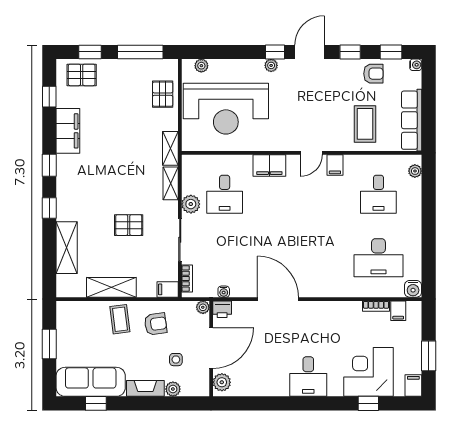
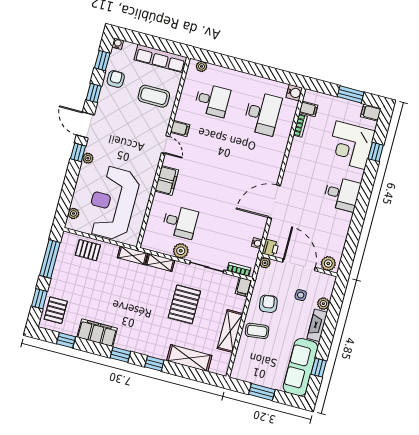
reception desk: (226, 109) -> (113, 203), turned 180
pallet: (129, 225) -> (184, 304), width x1.50, depth x1.42

